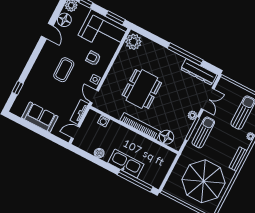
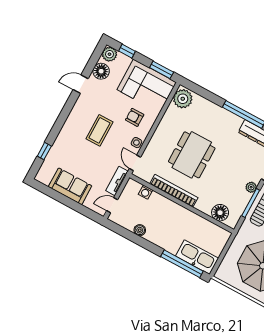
door: (47, 31) -> (81, 84), swing flipped
bookcase: (140, 126) -> (174, 191), moved
kitchen sink: (126, 163) -> (197, 257), moved

